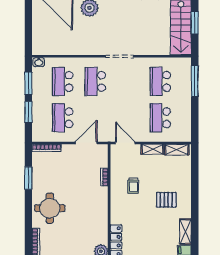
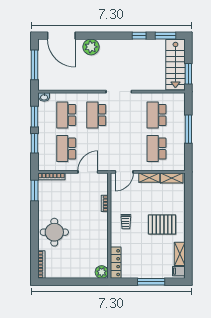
window: (195, 23) -> (188, 74), moved
window: (28, 27) -> (34, 65), added
window: (195, 81) -> (188, 129), moved
door: (125, 143) -> (124, 172), swing flipped
window: (28, 178) -> (34, 190), moved
trolley: (133, 186) -> (126, 222), moved
pallet: (166, 200) -> (162, 224), width x1.50, depth x1.42

